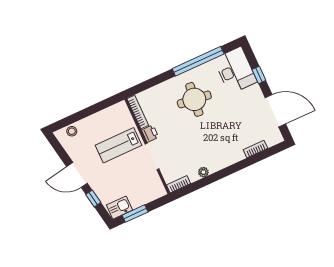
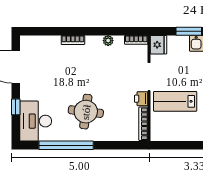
lab bench: (118, 145) -> (175, 101), turned 180
bookcase: (255, 149) -> (73, 40), moved
fridge: (157, 189) -> (158, 45), added

